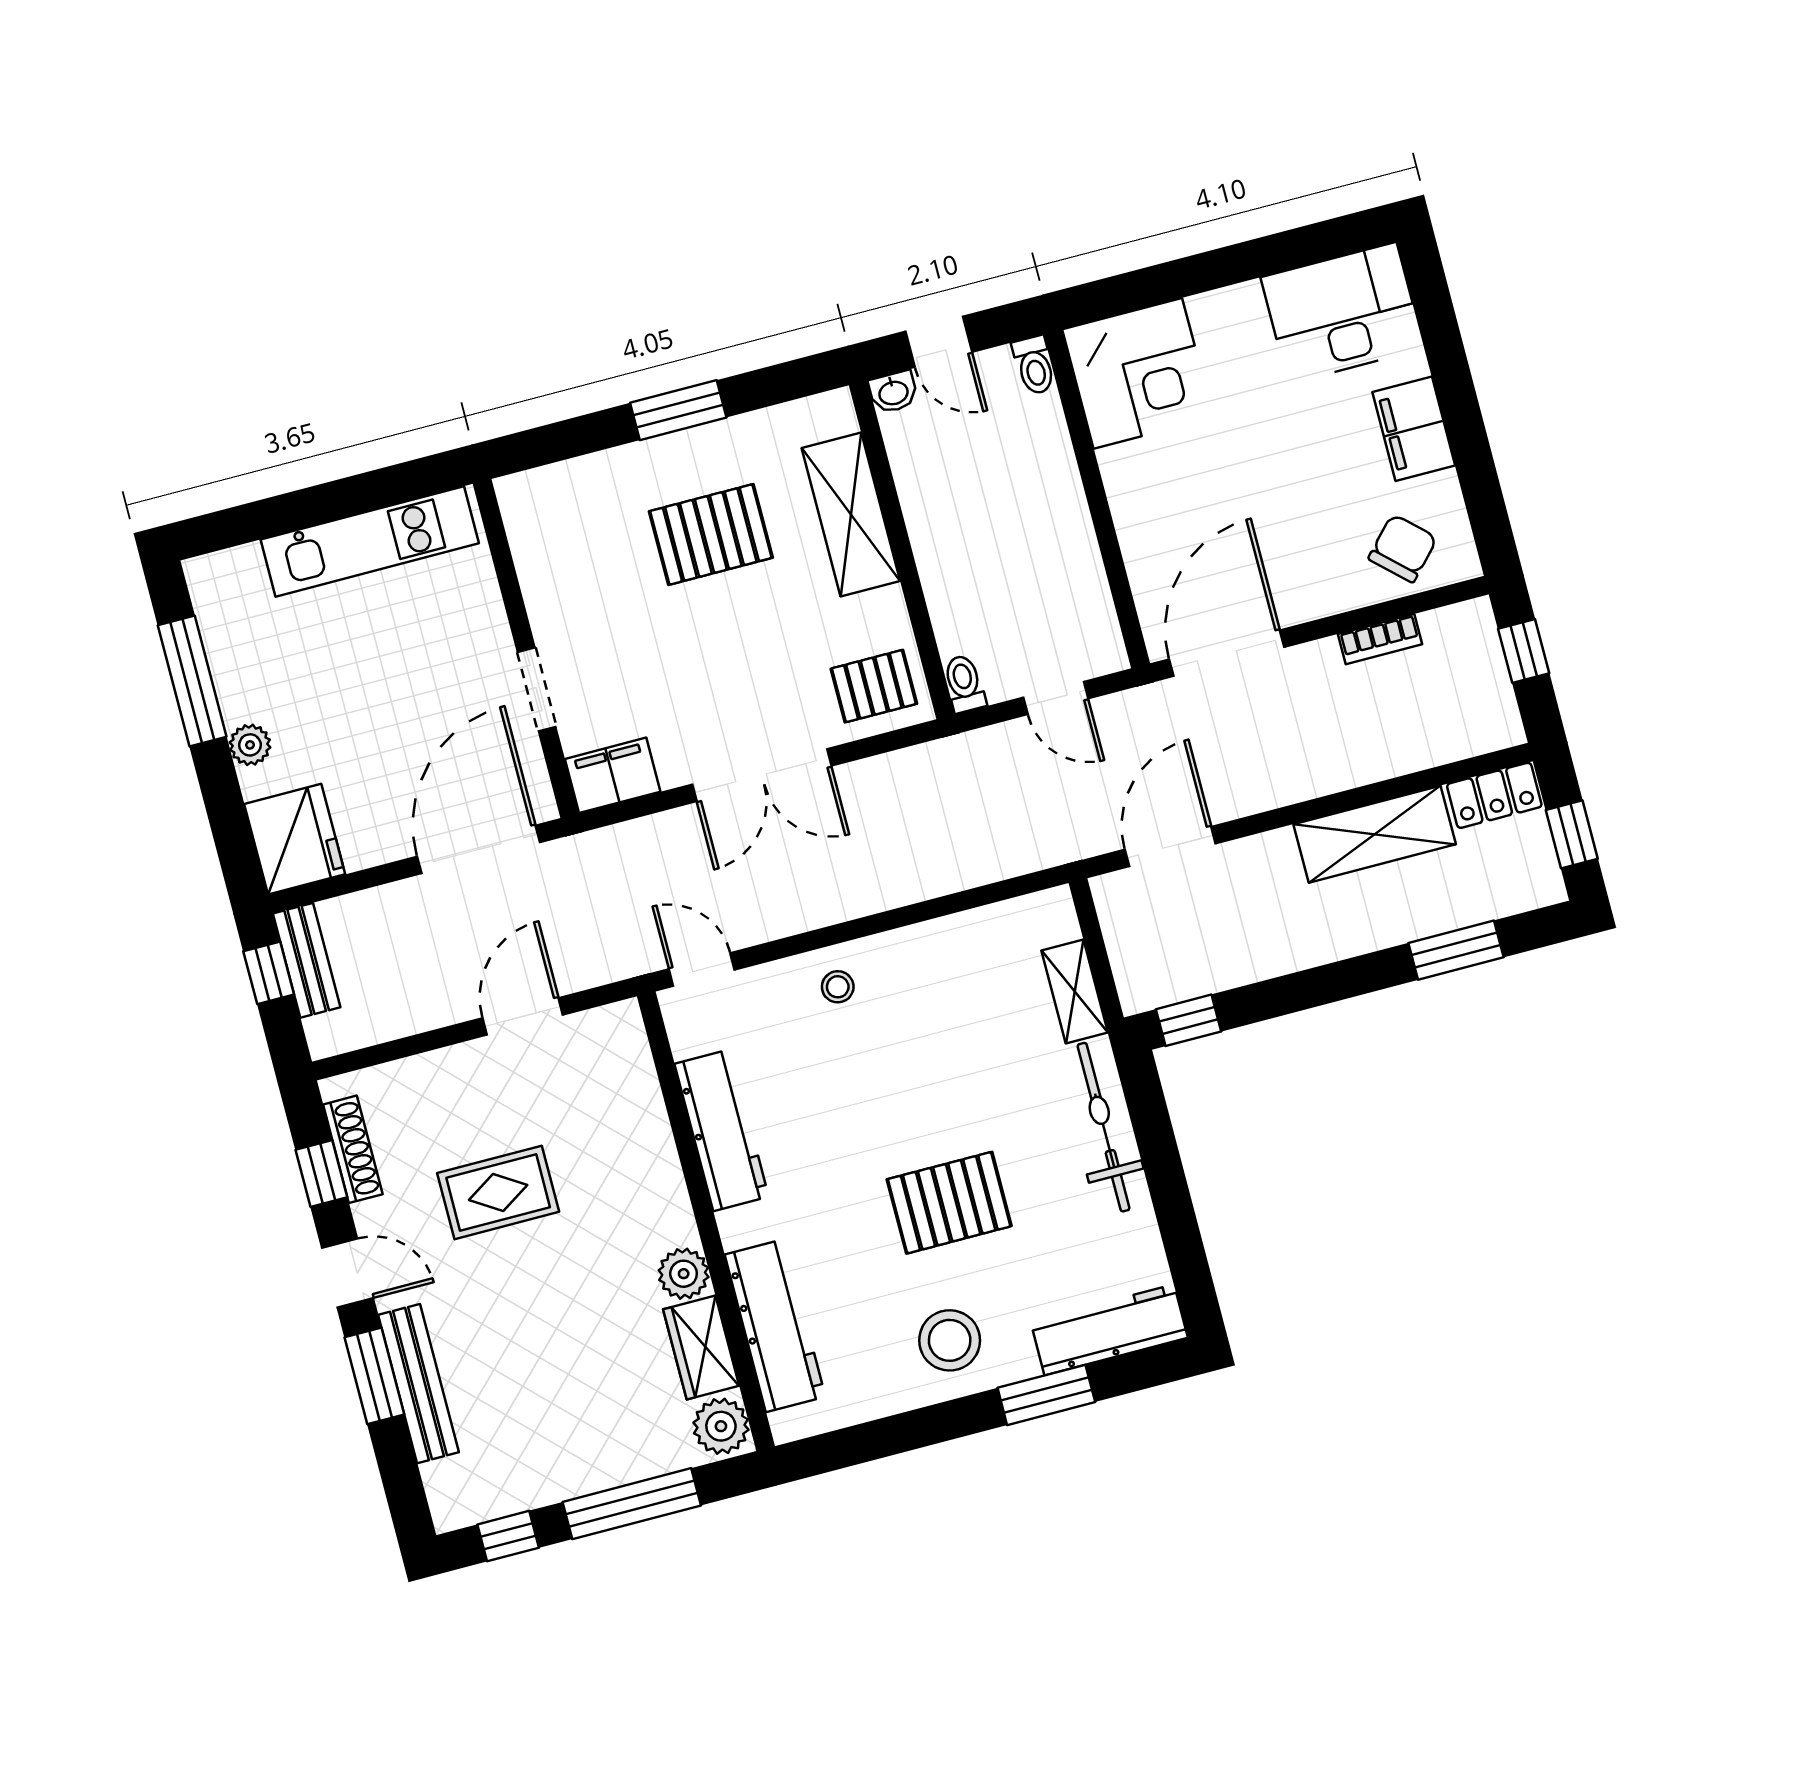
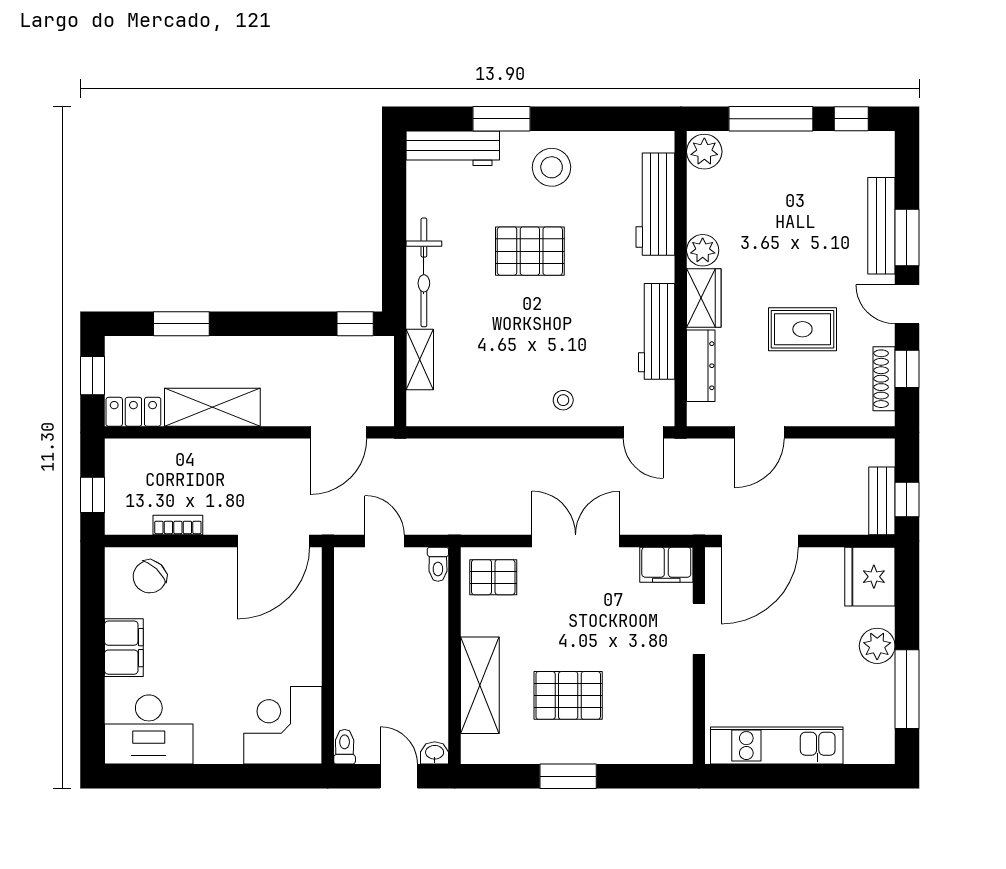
plant: (250, 745) -> (877, 646), width x1.38, depth x1.38
dresser: (640, 1095) -> (701, 366), added
wardrobe: (701, 1348) -> (704, 298), moved

